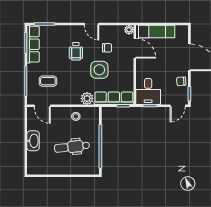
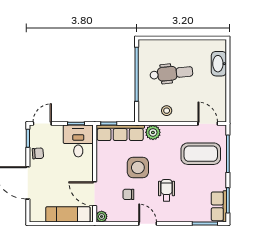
row of seats: (33, 44) -> (219, 206), width x0.68
coffee table: (48, 81) -> (201, 154), width x1.86, depth x1.72
washbasin: (33, 141) -> (219, 64), moved

